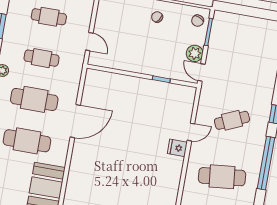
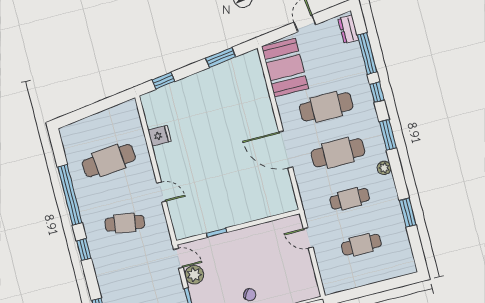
cafe table: (232, 120) -> (125, 223), turned 33
door: (75, 121) -> (286, 150), hinge flipped
door: (191, 132) -> (162, 192), swing flipped
fridge: (177, 148) -> (160, 136), moved

